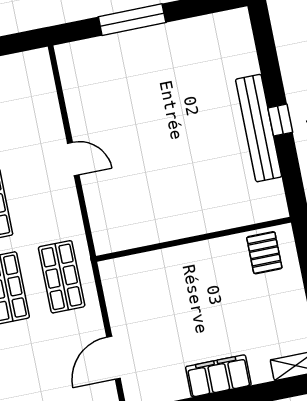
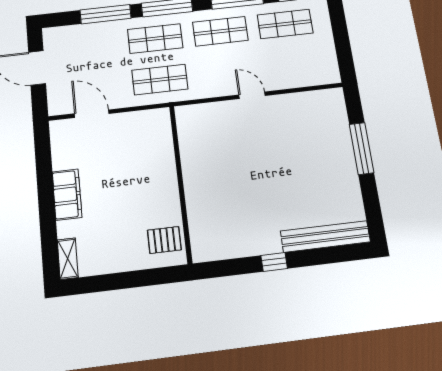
bench: (259, 128) -> (325, 236), moved
door: (73, 159) -> (252, 95), swing flipped

